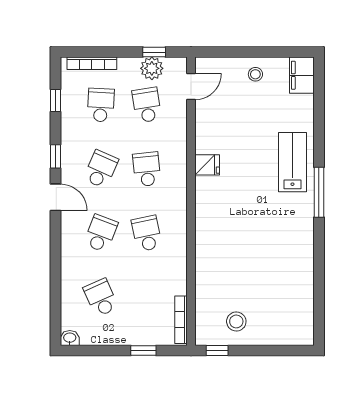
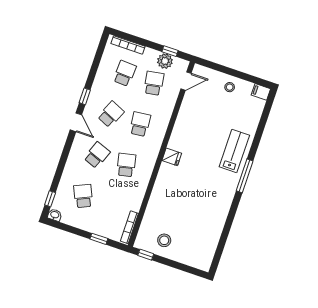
filing cabinet: (302, 75) -> (261, 92), width x0.50
window: (55, 100) -> (50, 199), moved
fridge: (207, 165) -> (172, 157), moved

